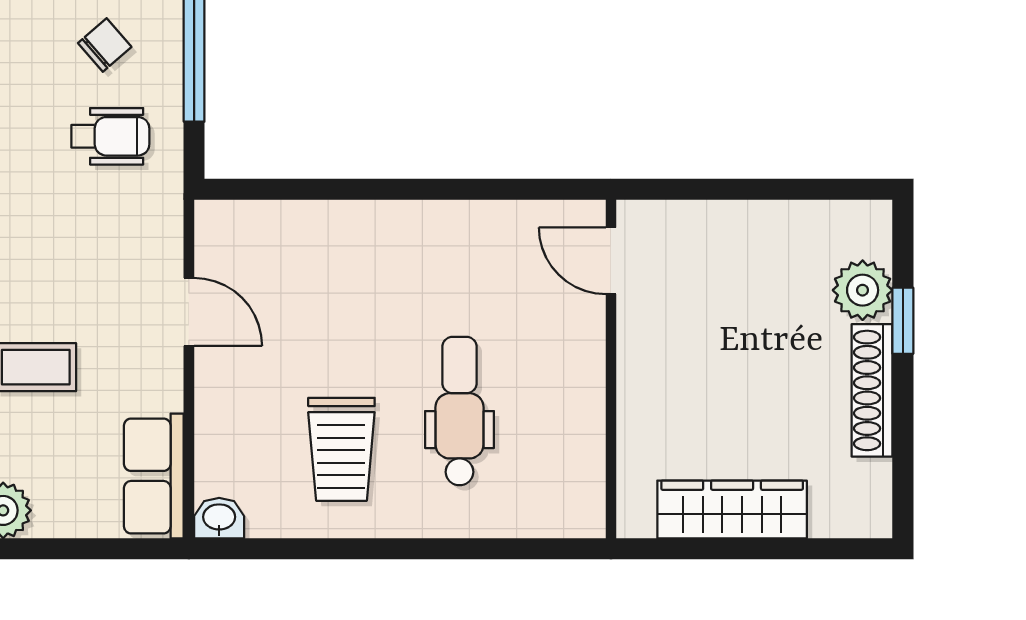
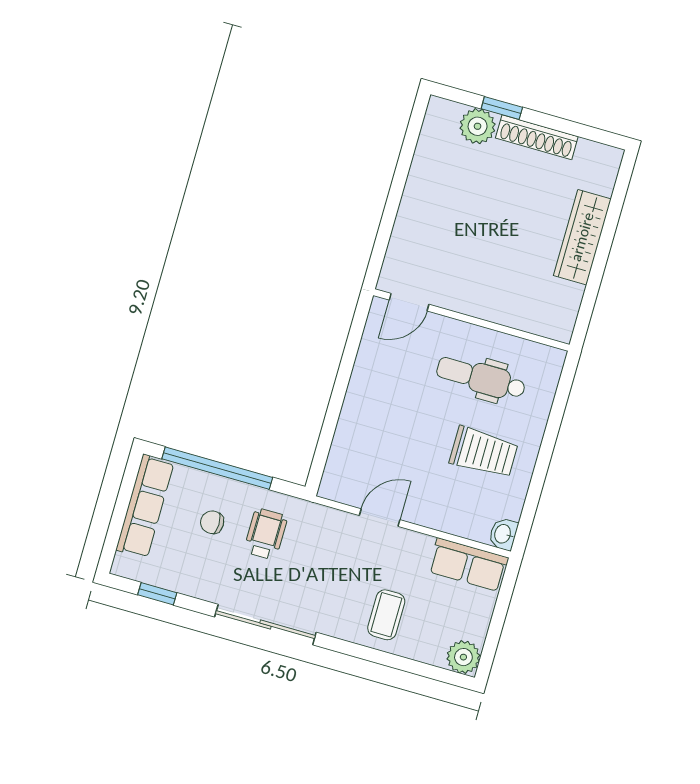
chair: (105, 45) -> (212, 522), turned -49
door: (611, 261) -> (409, 302), moved
wall: (611, 369) -> (471, 320), moved

